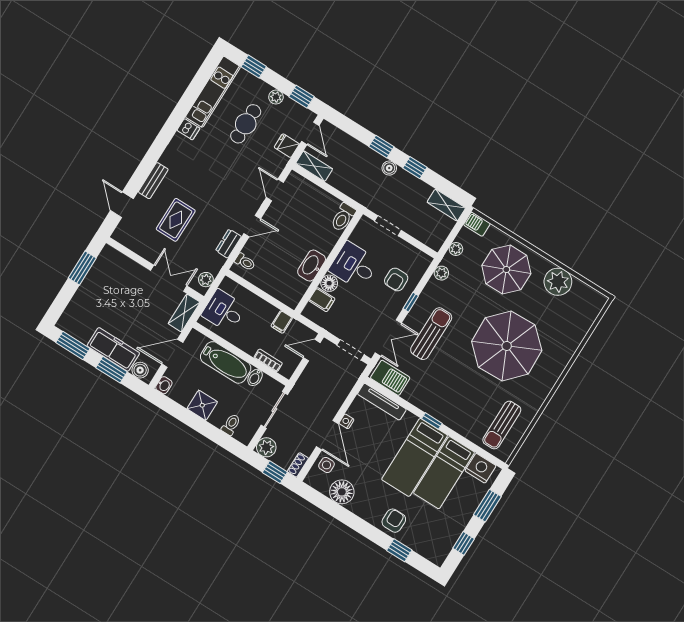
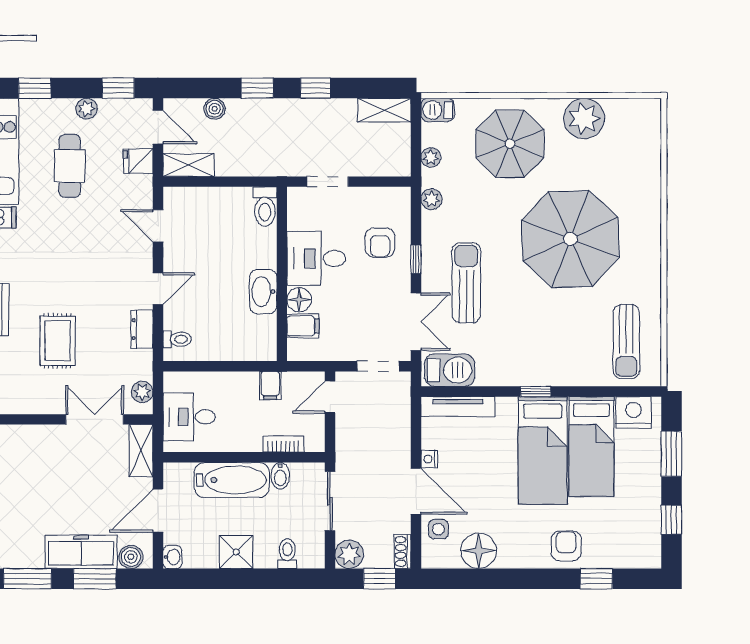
boiler: (389, 168) -> (215, 109), moved

